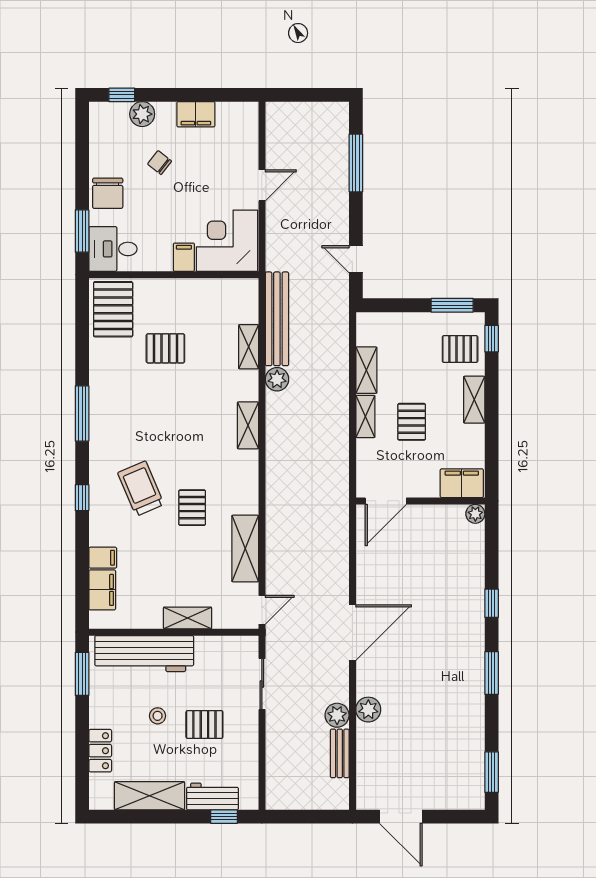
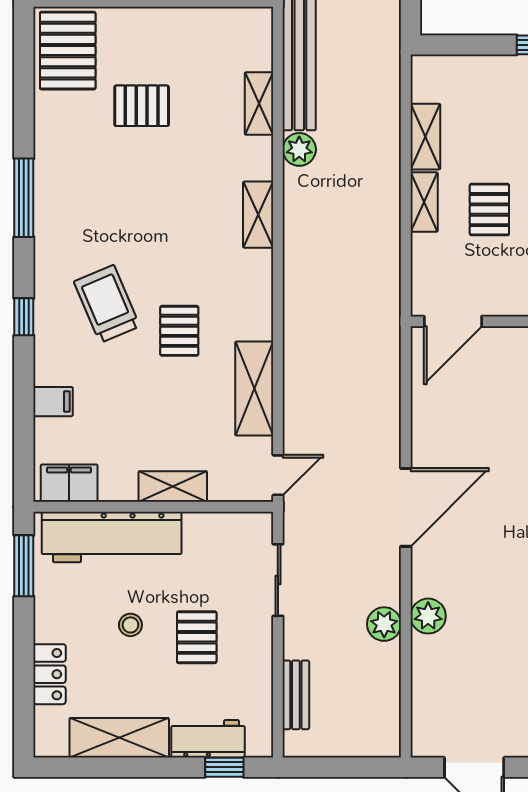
filing cabinet: (102, 590) -> (69, 483), moved, turned -90
pallet: (204, 725) -> (197, 637), turned 90
bench: (340, 753) -> (296, 695), moved

